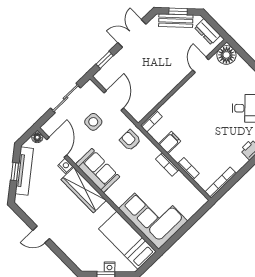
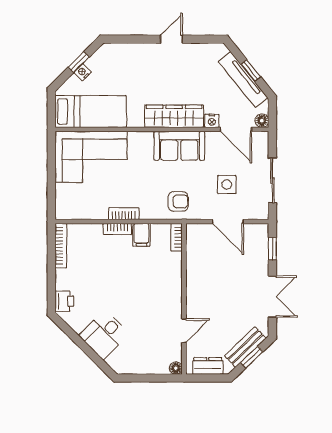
floor lamp: (226, 55) -> (176, 368), width x0.53, depth x0.53
door: (201, 65) -> (184, 331), hinge flipped
bookcase: (188, 169) -> (117, 229), moved

